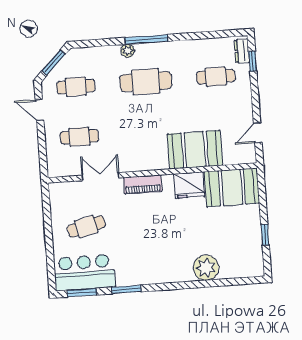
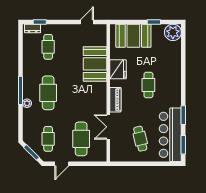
door: (258, 133) -> (87, 22), swing flipped
cafe table: (79, 137) -> (81, 139), width x1.37, depth x1.35
booth: (232, 187) -> (133, 36), moved, turned 90
cafe table: (169, 233) -> (148, 85), added
plant: (206, 268) -> (173, 32), moved
bar counter: (84, 273) -> (170, 135), width x1.36

